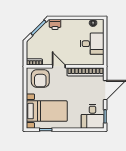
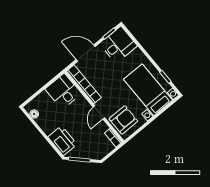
printer: (55, 24) -> (62, 141), width x1.87, depth x1.48
desk: (92, 44) -> (63, 91), moved

